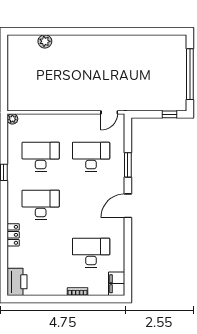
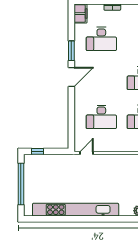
kitchen unit: (123, 43) -> (76, 210), added
window: (128, 165) -> (71, 51), moved

